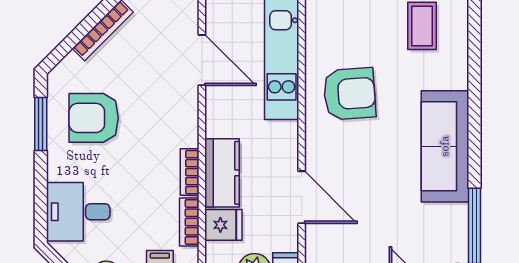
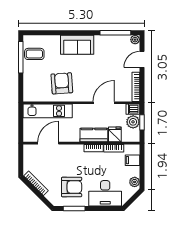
armchair: (94, 118) -> (72, 187), turned -90
sofa: (445, 146) -> (77, 45), width x0.73
desk: (78, 212) -> (105, 193), width x1.37

